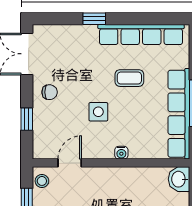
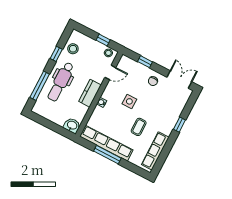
row of seats: (141, 34) -> (155, 151), width x0.73
door: (70, 163) -> (110, 72), hinge flipped
kitchen counter: (117, 177) -> (90, 93), added

